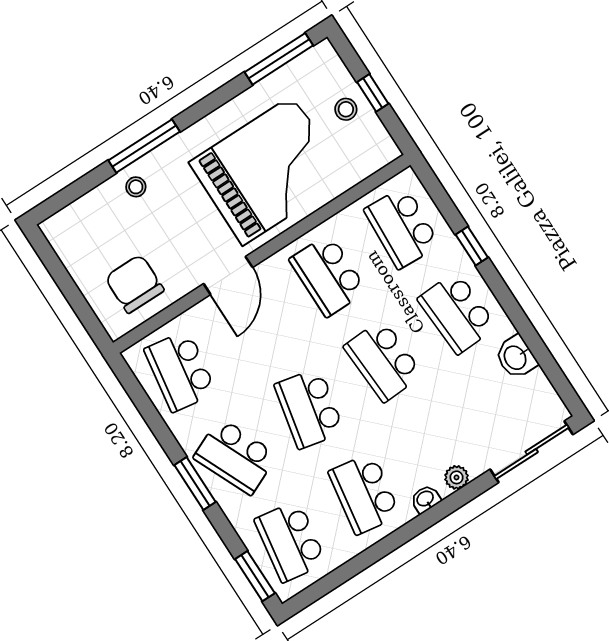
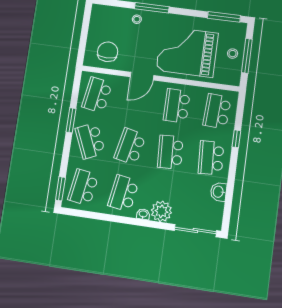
window: (373, 93) -> (247, 56), width x2.17
grand piano: (268, 170) -> (187, 52), turned 180
plant: (457, 477) -> (161, 211), width x1.87, depth x1.87
window: (195, 484) -> (71, 120), moved

